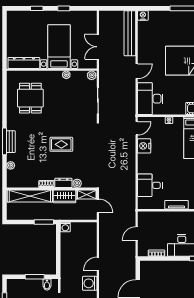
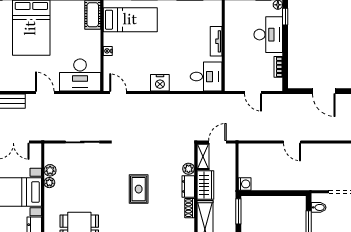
plant: (92, 75) -> (50, 170), moved
nightstand: (144, 146) -> (160, 83), moved
desk: (150, 185) -> (206, 77), moved, turned -90
washing machine: (90, 283) -> (317, 153), removed

